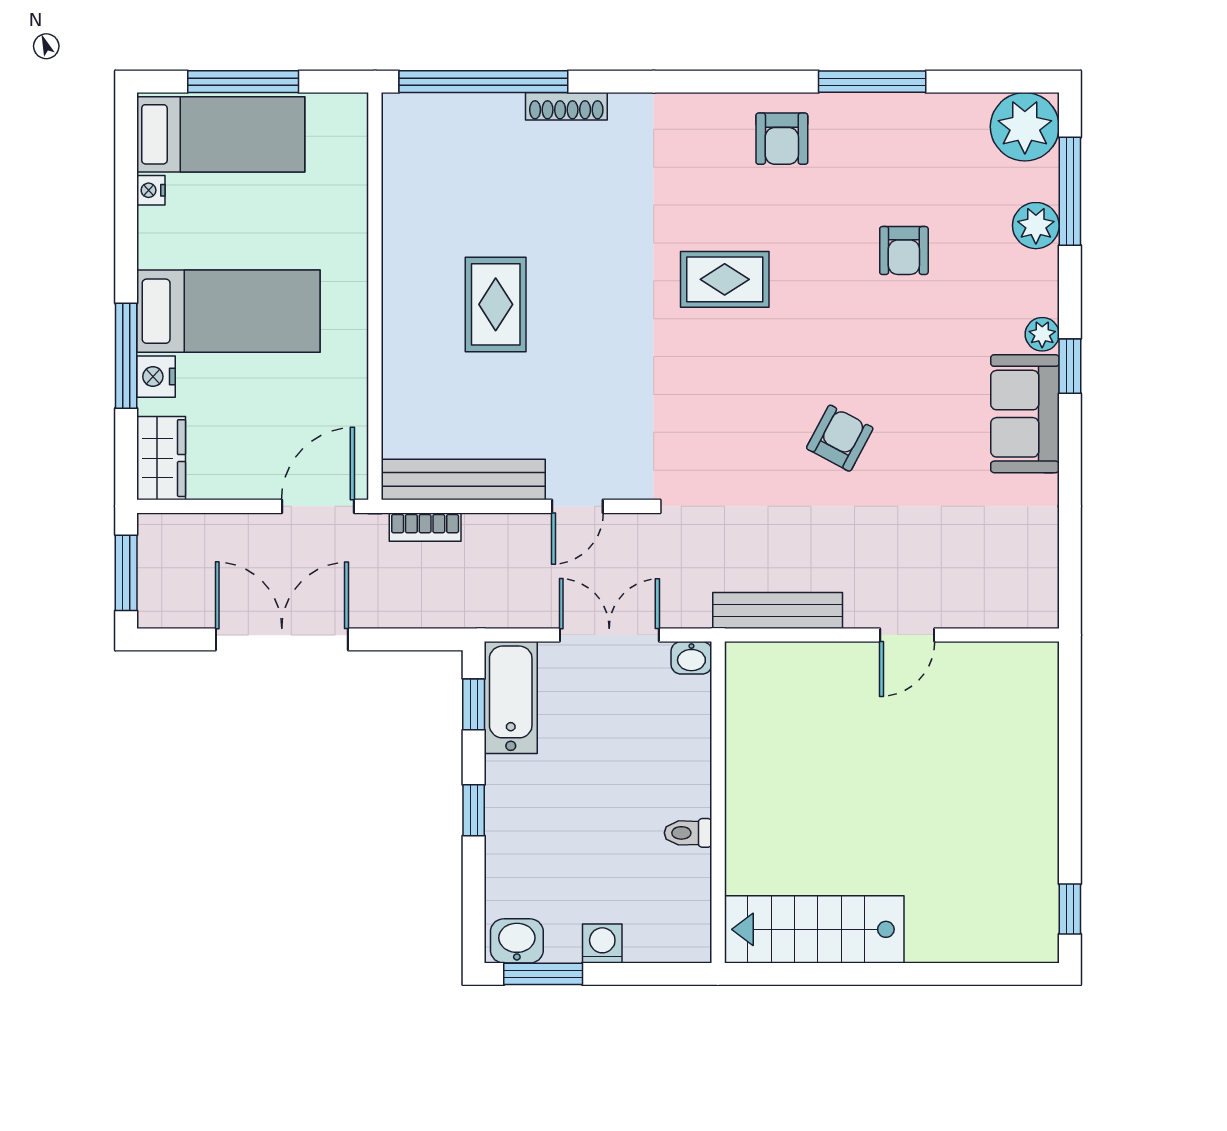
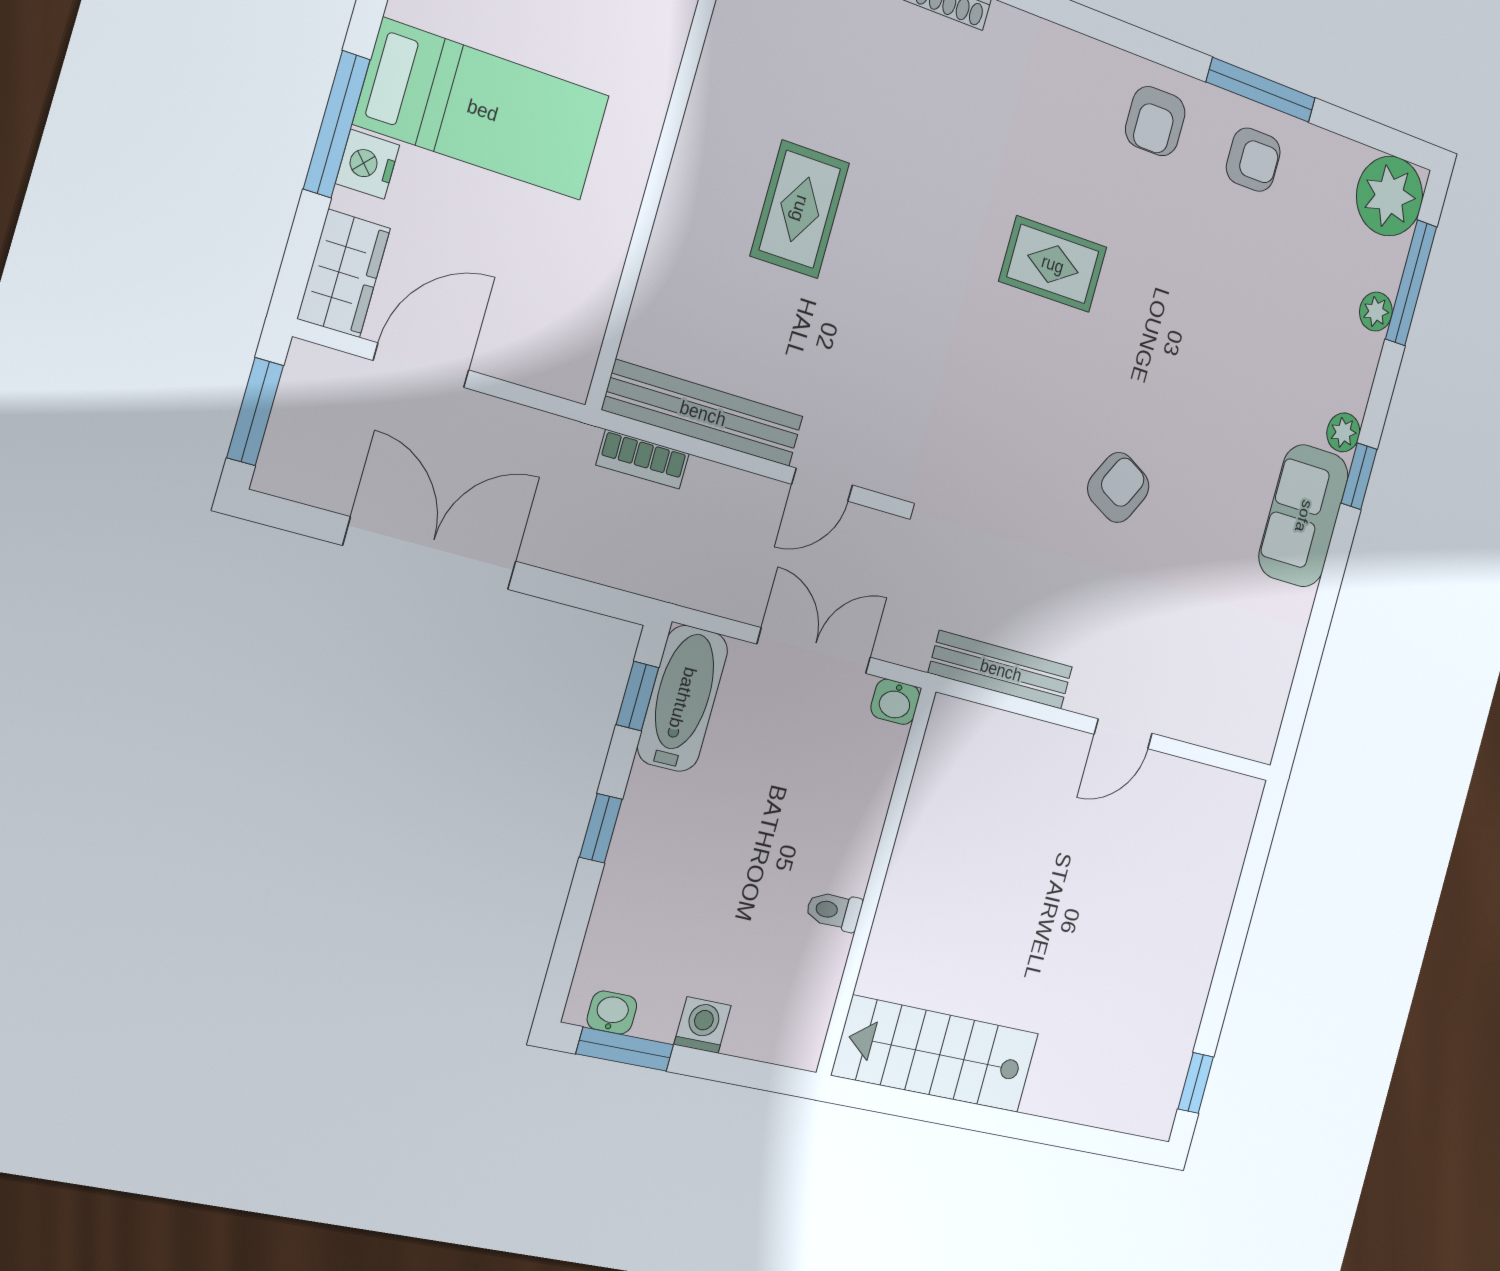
plant: (1036, 226) -> (1376, 312), width x0.73, depth x0.73
armchair: (904, 250) -> (1253, 160), moved, turned -90
door: (318, 506) -> (421, 365), moved
washbasin: (517, 941) -> (612, 1012), width x0.72, depth x0.69

